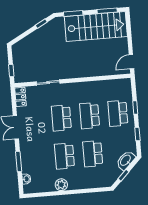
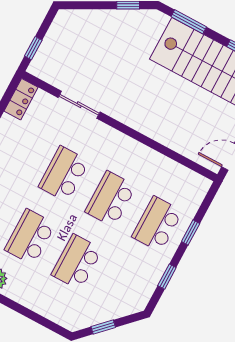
washbasin: (126, 160) -> (122, 306), removed

